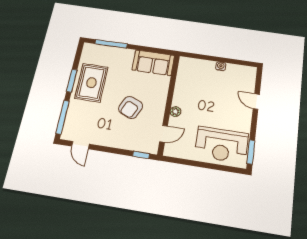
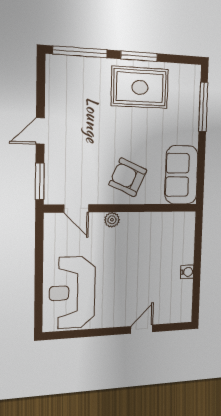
armchair: (131, 107) -> (128, 177), moved
door: (80, 145) -> (40, 131), moved
window: (251, 152) -> (68, 334), removed
window: (141, 155) -> (40, 181), width x1.50

